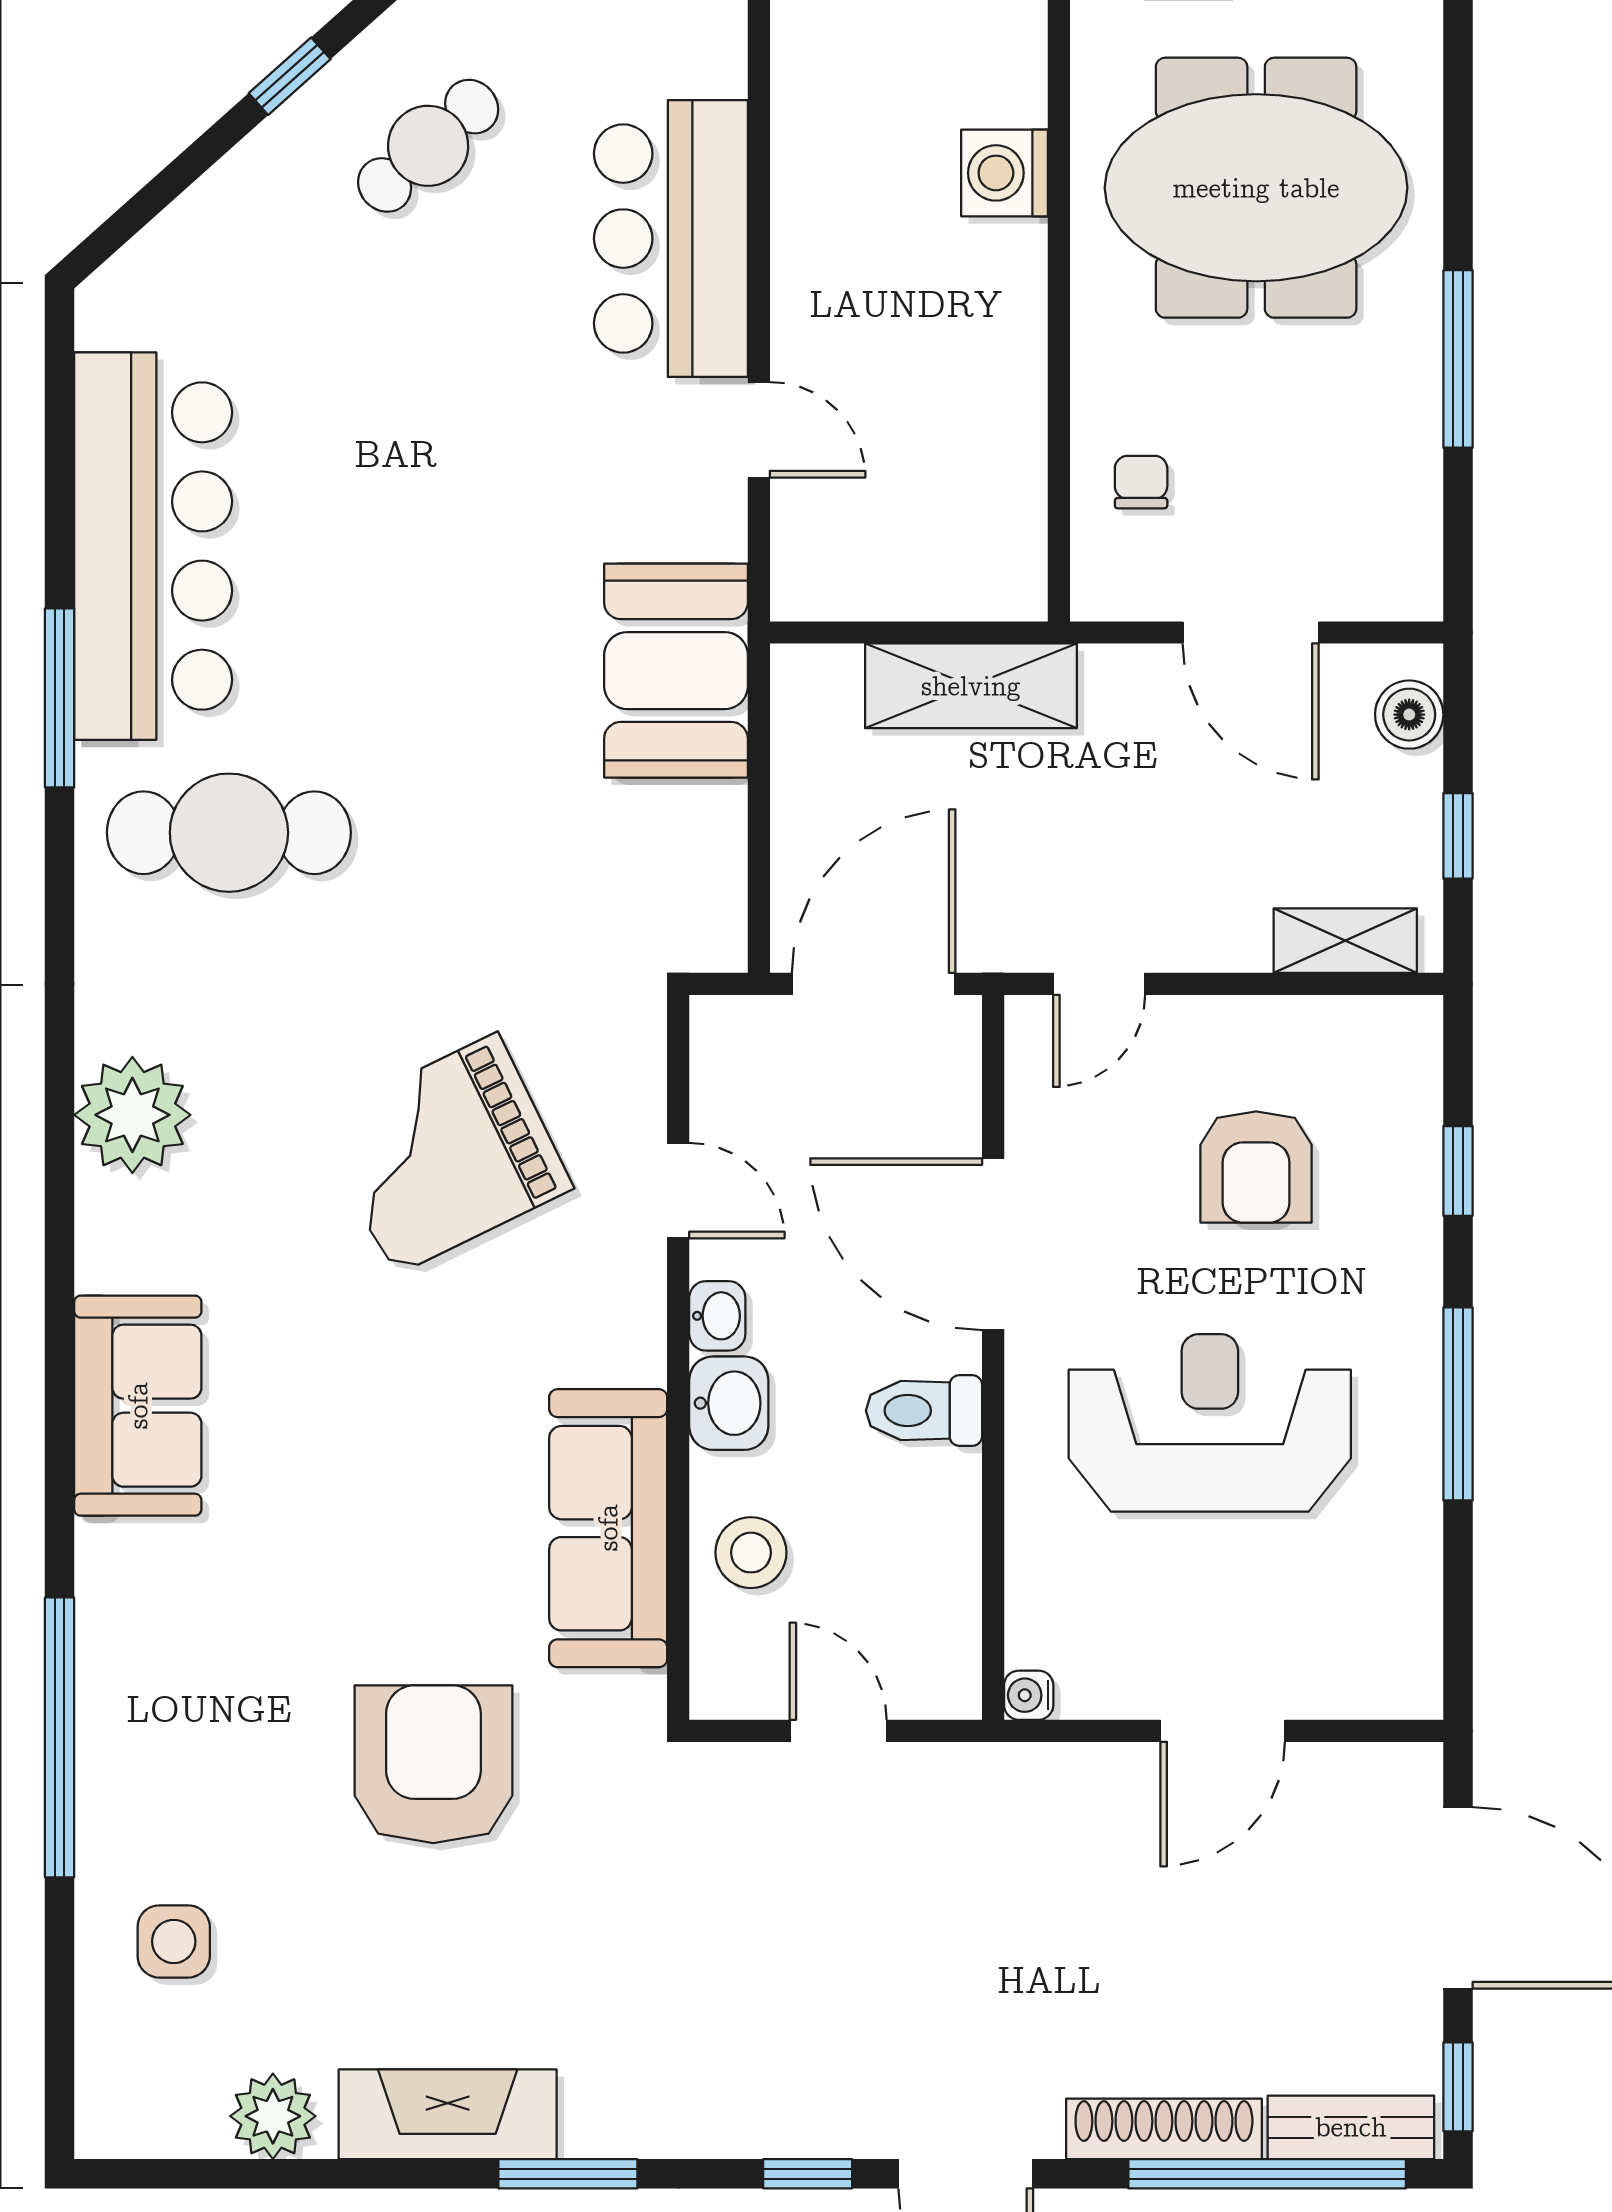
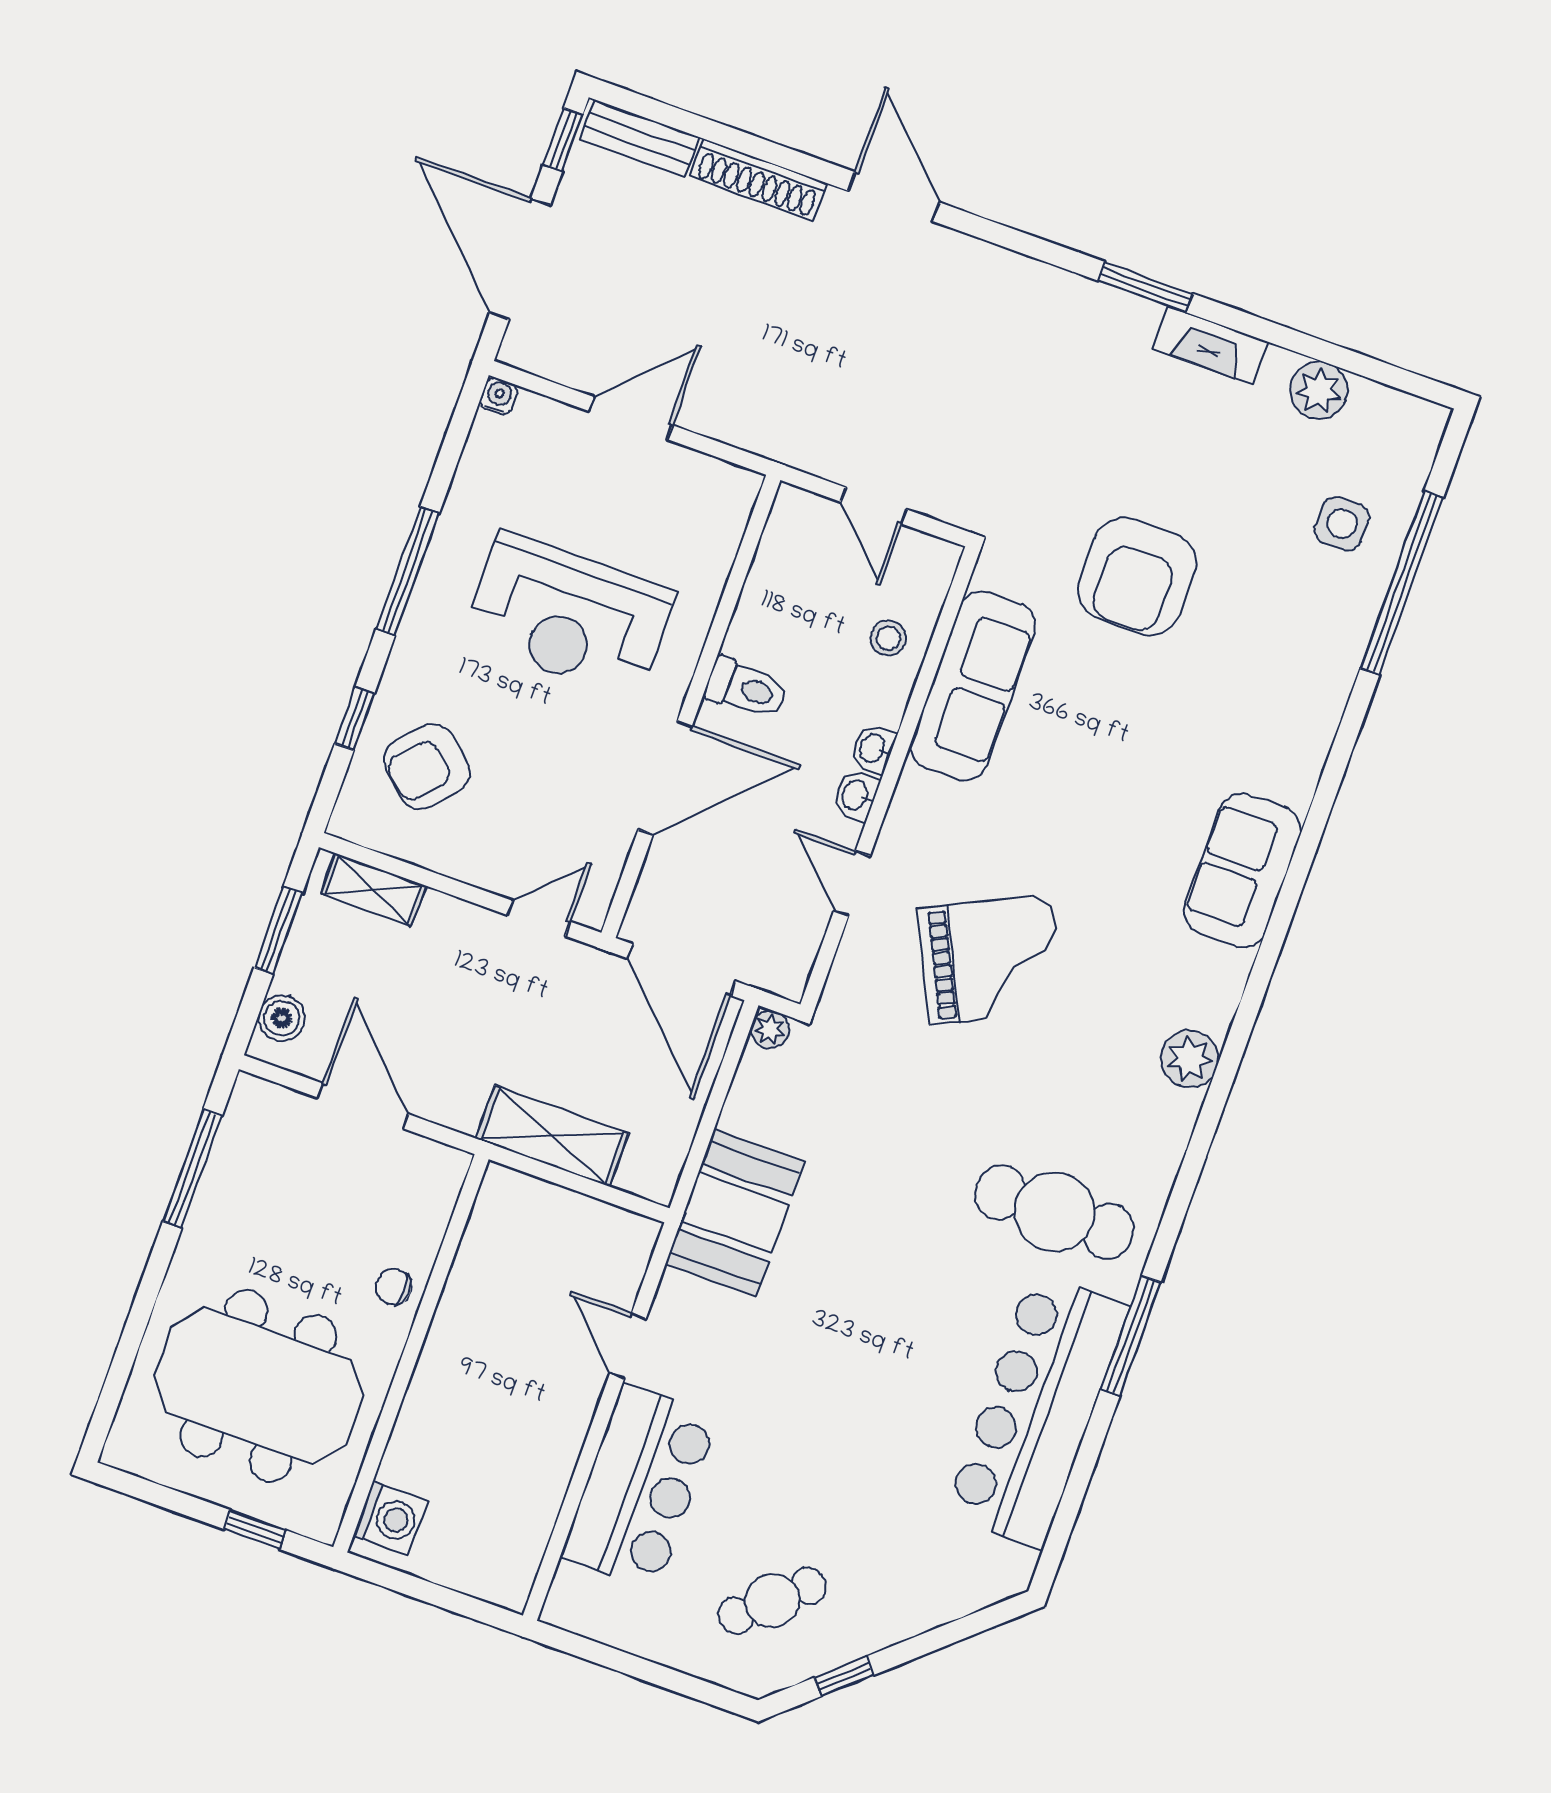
washing machine: (1005, 173) -> (390, 1518), moved
window: (1458, 359) -> (193, 1168), moved
chair: (1141, 482) -> (394, 1287), moved, turned 90
window: (1458, 836) -> (278, 930), width x1.50
plant: (719, 945) -> (770, 1030), added
door: (874, 984) -> (681, 970), hinge flipped
plant: (132, 1115) -> (1190, 1059), width x0.73, depth x0.73
armchair: (1256, 1167) -> (427, 767), moved, turned -138
door: (993, 1244) -> (665, 778), hinge flipped
washbasin: (729, 1403) -> (873, 749), width x0.72, depth x0.69
stool: (751, 1553) -> (888, 638), width x0.73, depth x0.73
water cooler: (1029, 1695) -> (499, 396), moved, turned -90
window: (60, 1737) -> (1402, 583), moved
fireplace: (448, 2114) -> (1210, 345), width x0.73, depth x0.76
window: (808, 2174) -> (994, 233), removed
window: (1267, 2174) -> (703, 128), removed

